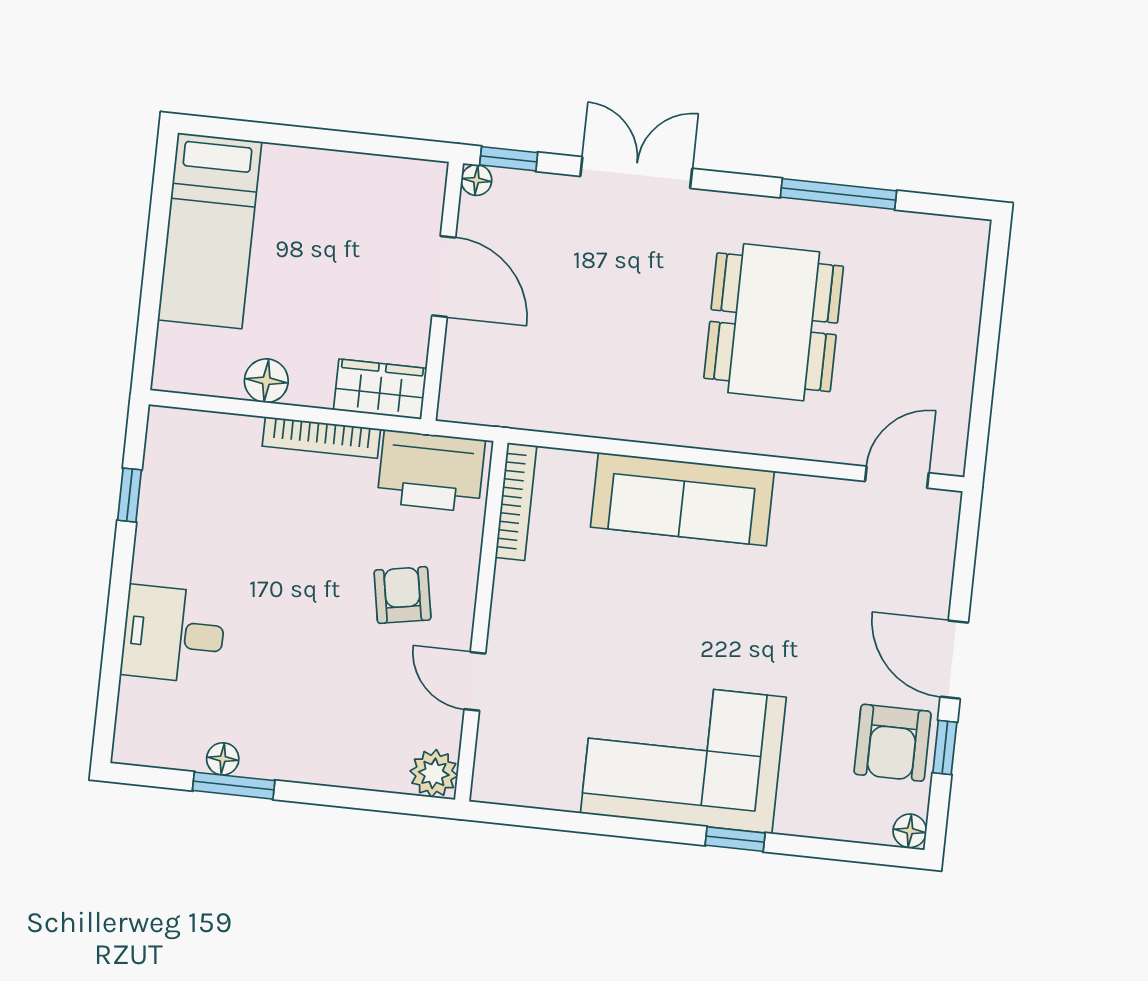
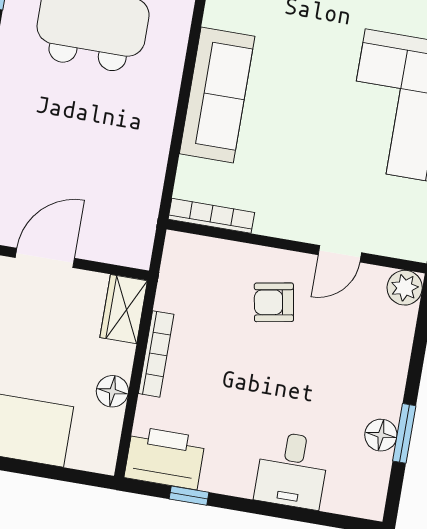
printer: (431, 471) -> (165, 458), moved, turned -90
floor lamp: (223, 759) -> (381, 435), width x1.37, depth x1.37

